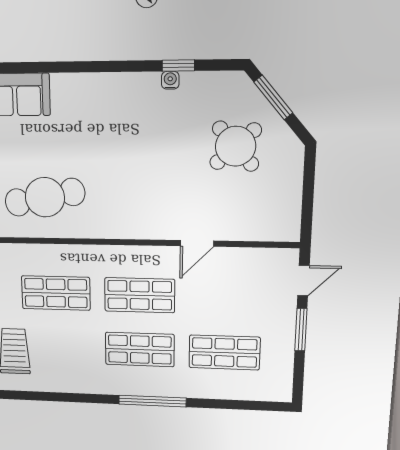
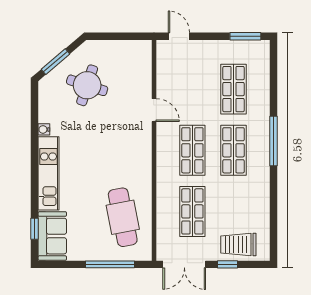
window: (178, 66) -> (35, 229), moved
kitchen unit: (105, 88) -> (48, 173), added
round table: (236, 146) -> (87, 85), turned -30
window: (301, 330) -> (245, 36), moved

